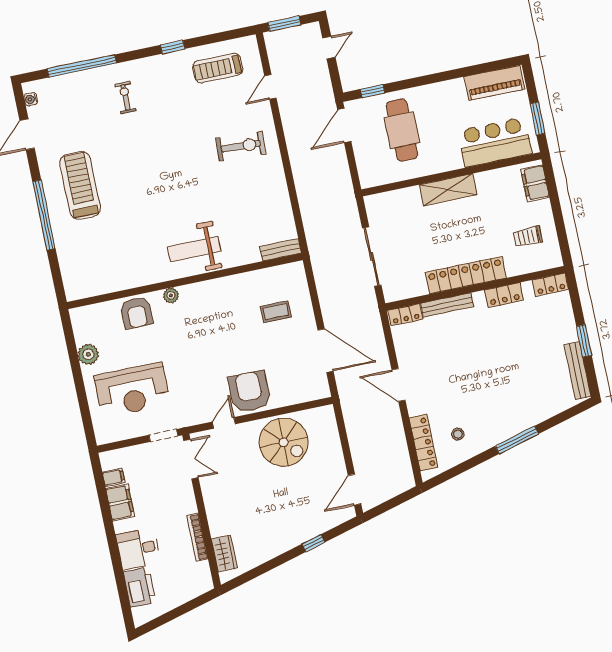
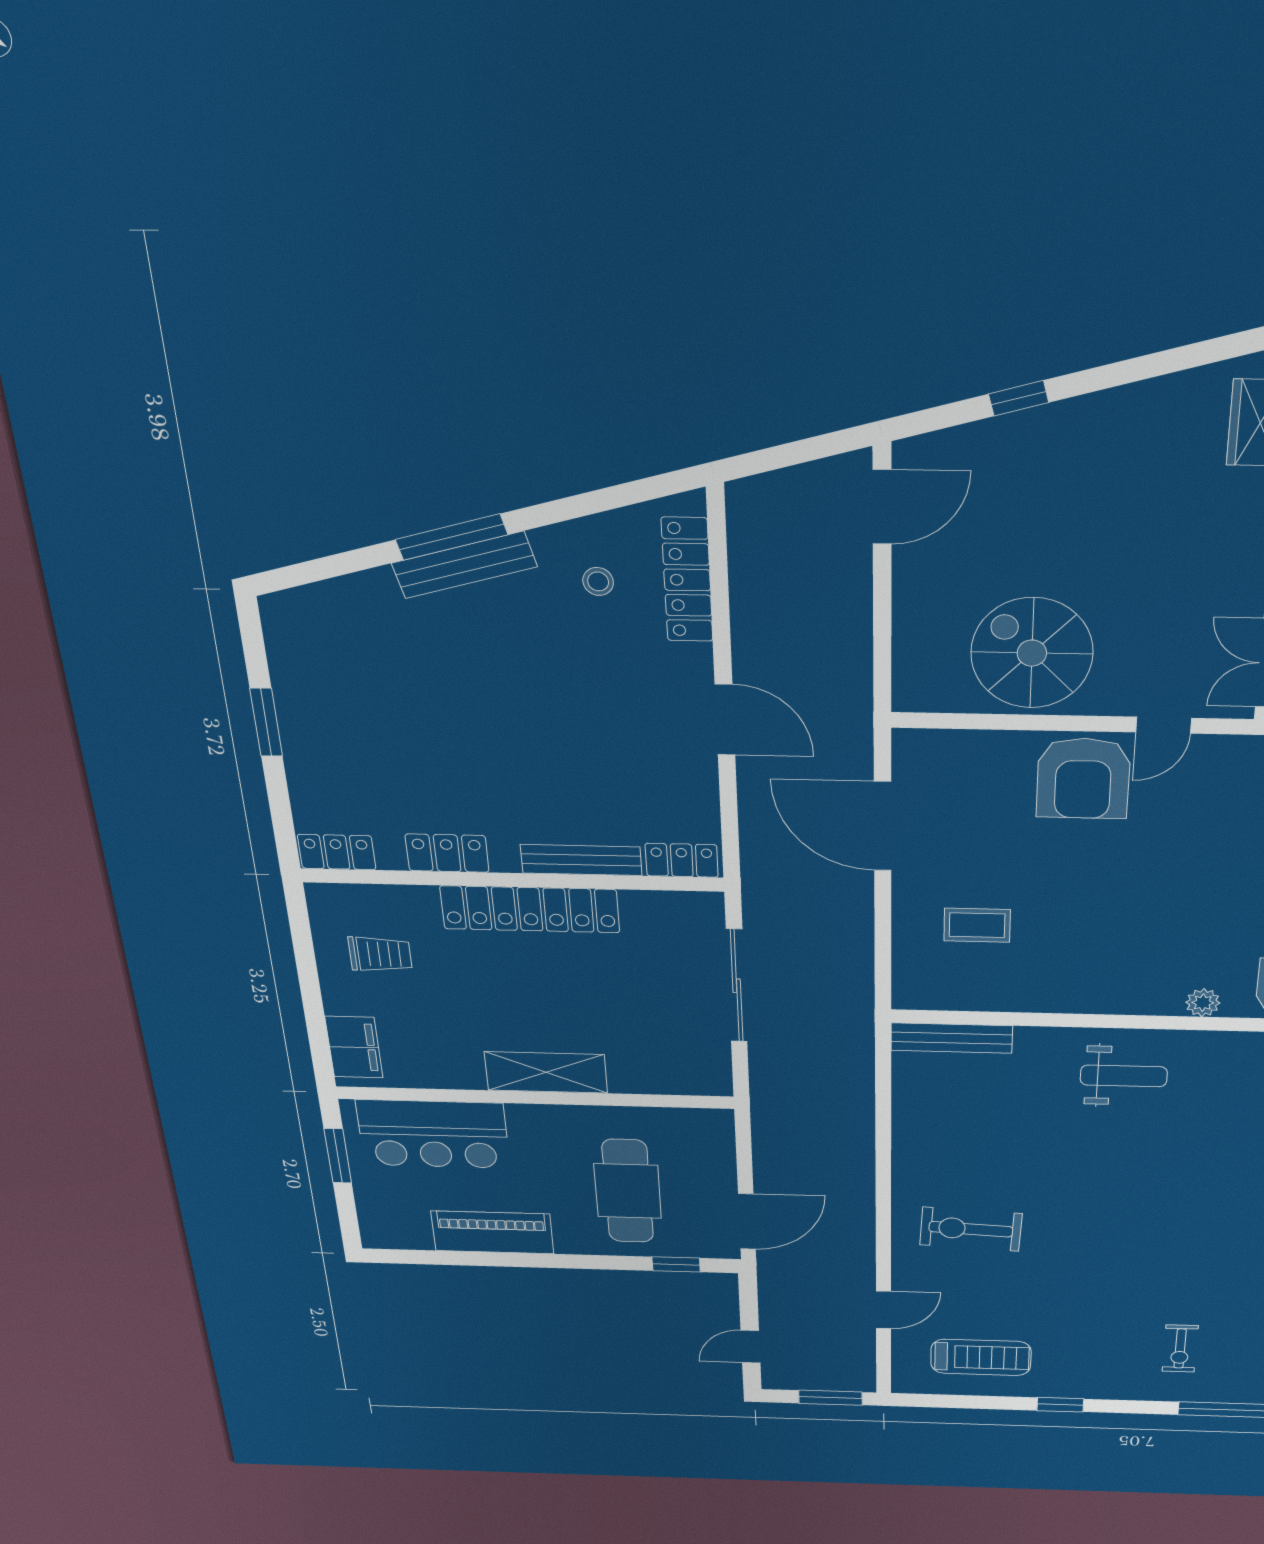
piano: (494, 83) -> (492, 1232), moved
weight bench: (194, 249) -> (1124, 1076), width x0.73, depth x0.75
bench: (281, 250) -> (952, 1038), width x1.36
bench: (578, 371) -> (464, 565), moved, turned 75

